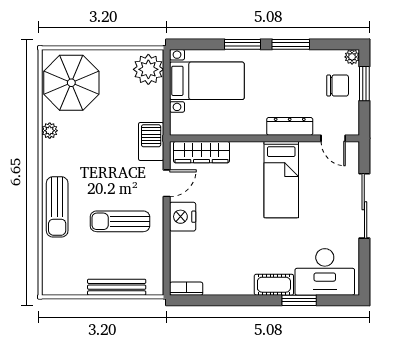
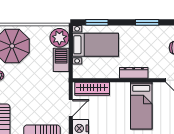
window: (242, 44) -> (97, 22), moved
dresser: (290, 126) -> (134, 73), moved
barbecue: (151, 141) -> (61, 60), moved

